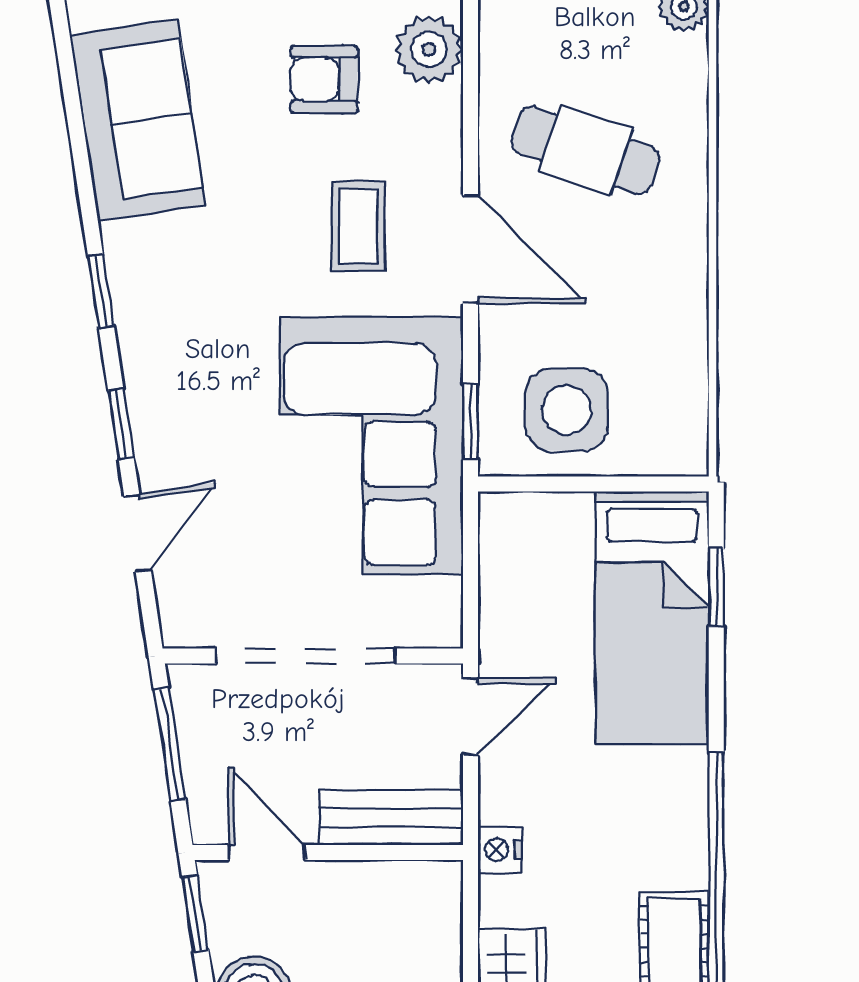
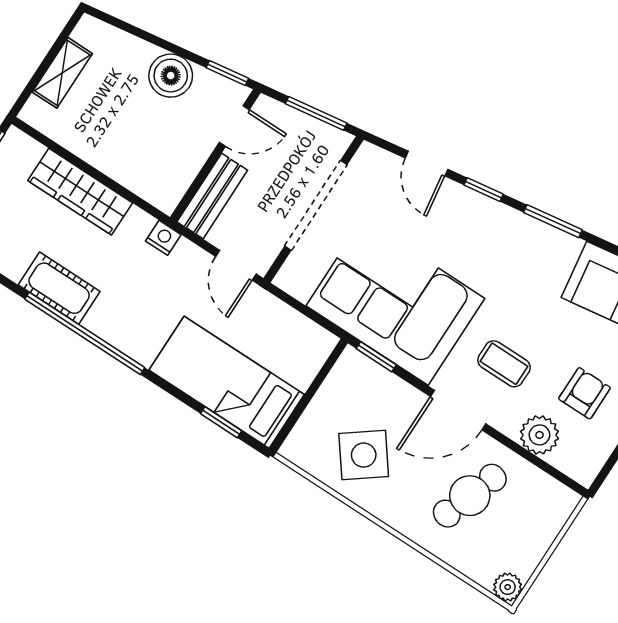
plant: (429, 49) -> (539, 435), moved
window: (101, 291) -> (553, 221), width x1.50
side table: (567, 410) -> (364, 455), moved, turned -37

